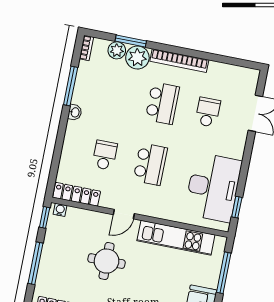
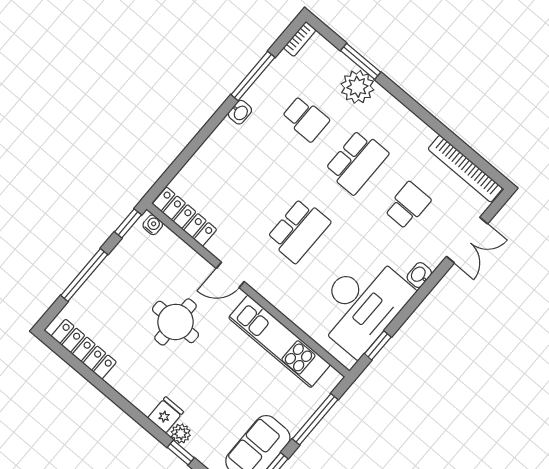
plant: (117, 50) -> (336, 63), removed
bookcase: (179, 61) -> (465, 169), moved
washbasin: (238, 151) -> (419, 275), added
school desk: (105, 155) -> (306, 119), moved, turned 90

